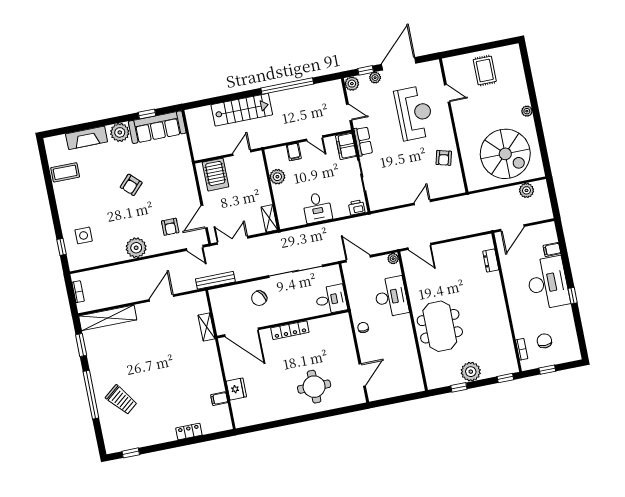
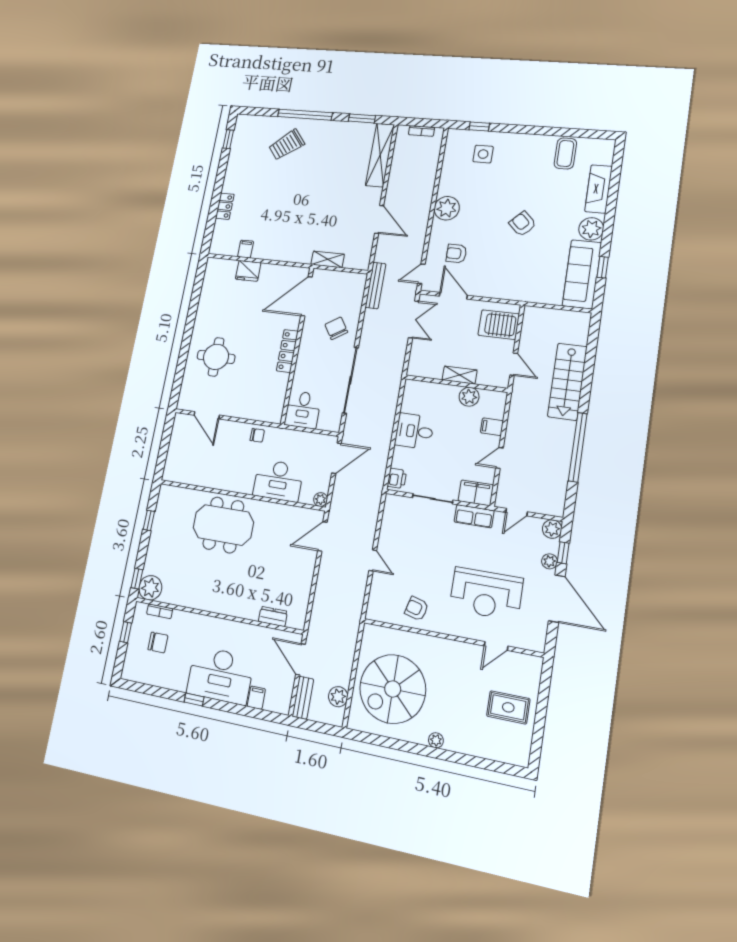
bench: (538, 216) -> (303, 698), added
shelving: (269, 218) -> (460, 375), moved
plant: (471, 372) -> (150, 588), moved

